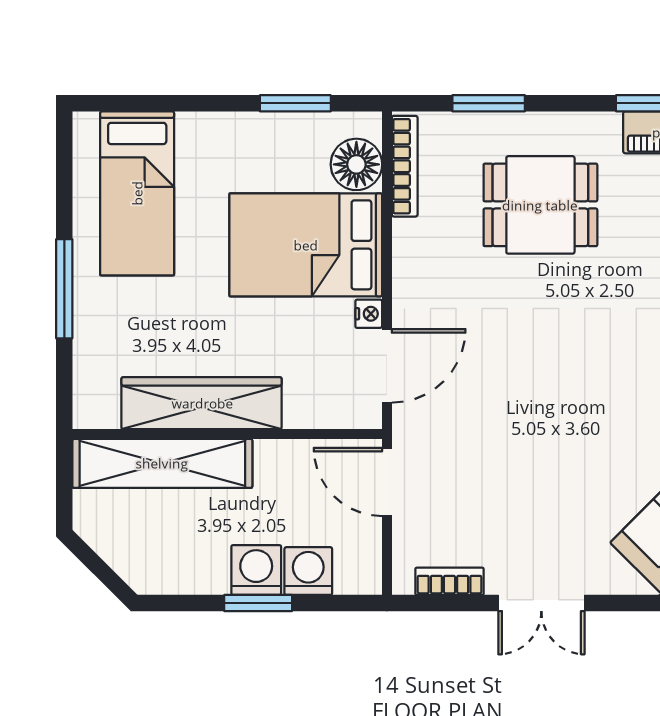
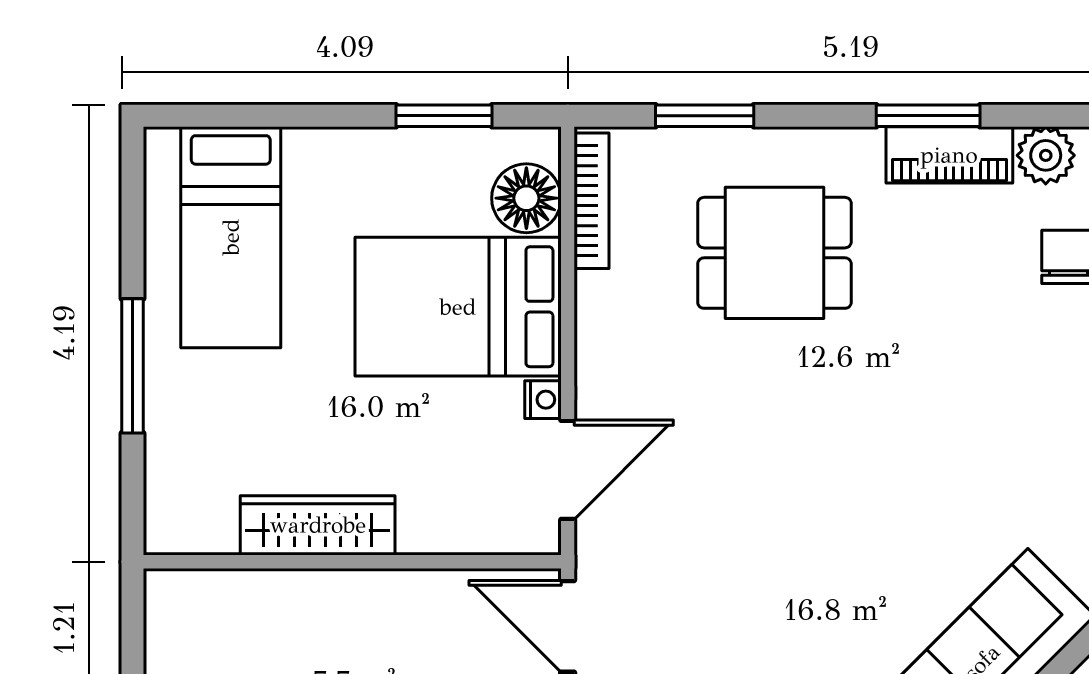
wardrobe: (202, 403) -> (318, 525), width x0.71, depth x0.85
shelving: (162, 463) -> (265, 601), removed

